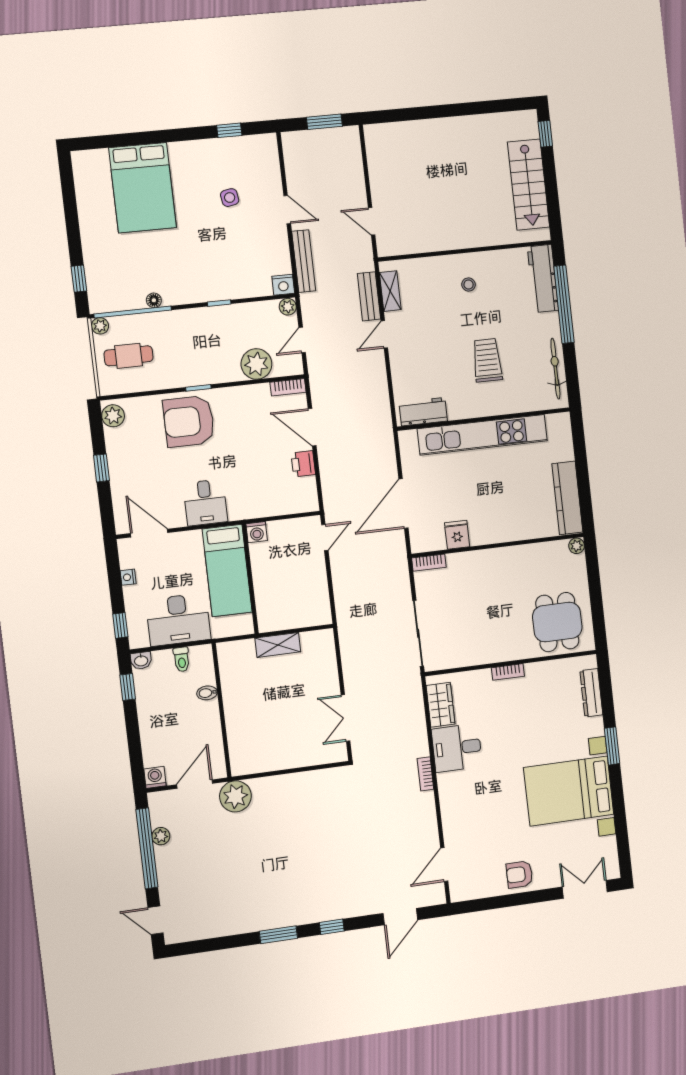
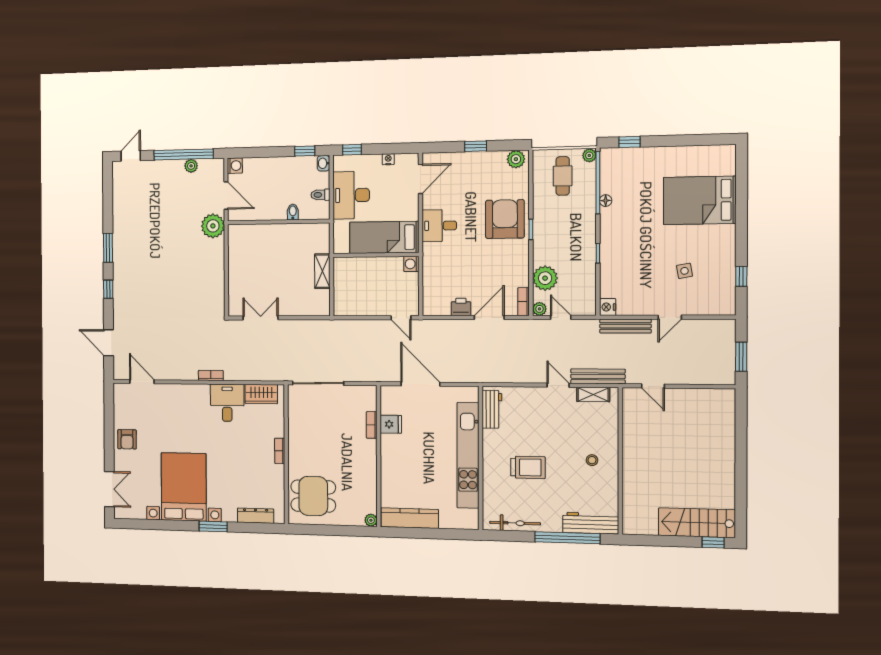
stairs: (528, 185) -> (697, 523), moved
door: (372, 221) -> (653, 386), swing flipped
bench: (369, 296) -> (598, 376), width x1.36
plant: (288, 307) -> (539, 309), moved
bookcase: (429, 563) -> (372, 425), moved
armchair: (519, 874) -> (127, 439), turned 180

